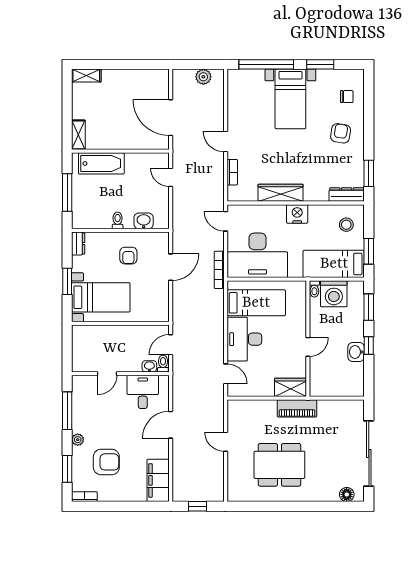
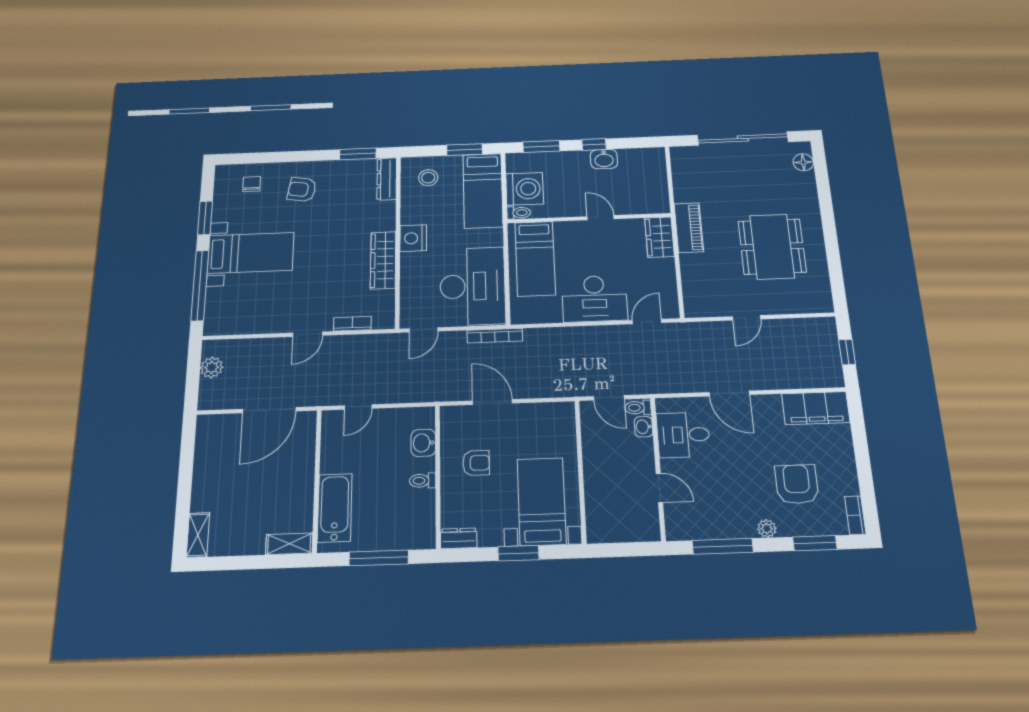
bed: (256, 303) -> (535, 259), moved, turned 180

